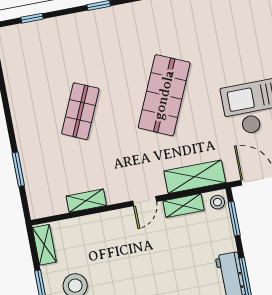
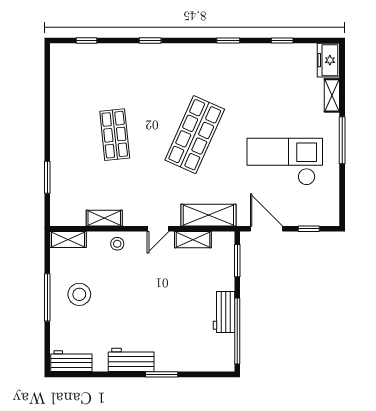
shop shelf: (80, 111) -> (115, 135), turned -30
stool: (217, 202) -> (117, 244), moved
shelving: (44, 245) -> (68, 240), moved, turned 90

